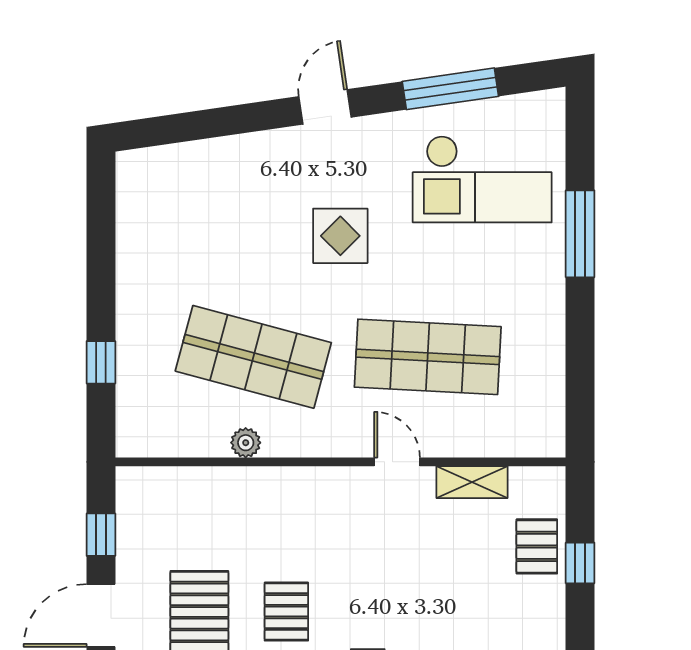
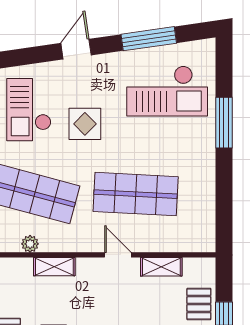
checkout: (244, 211) -> (29, 110), added
shelving: (288, 482) -> (54, 267), added

